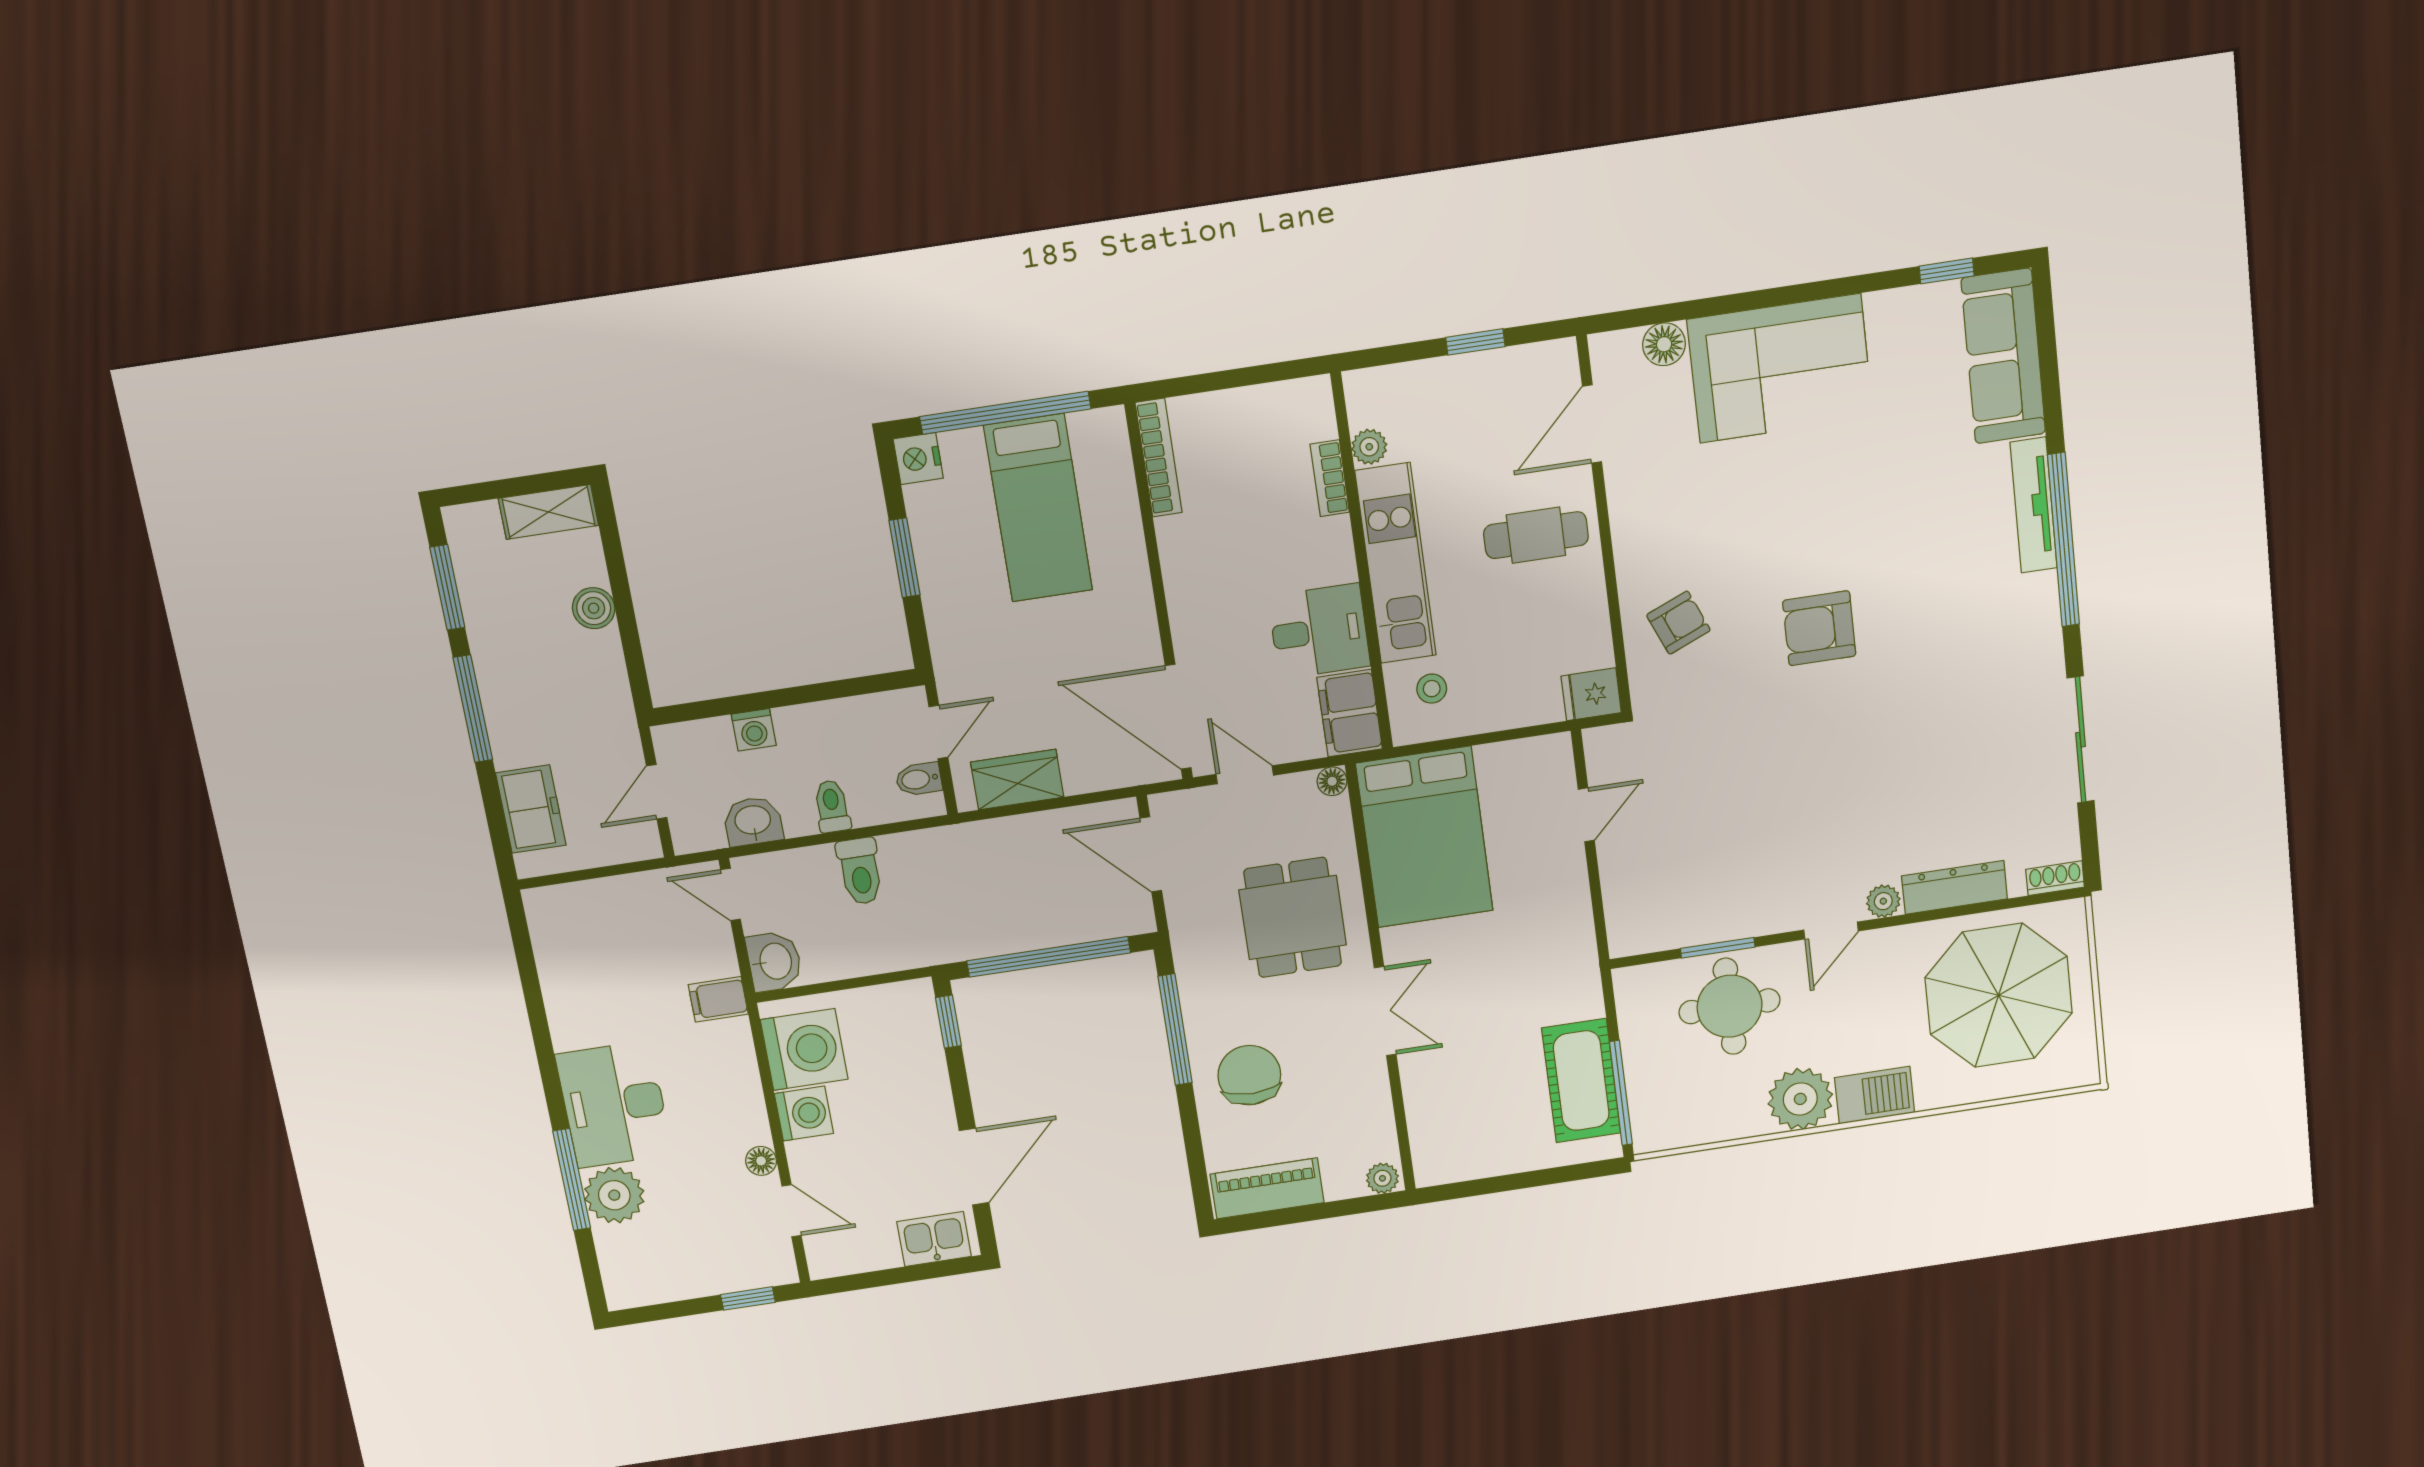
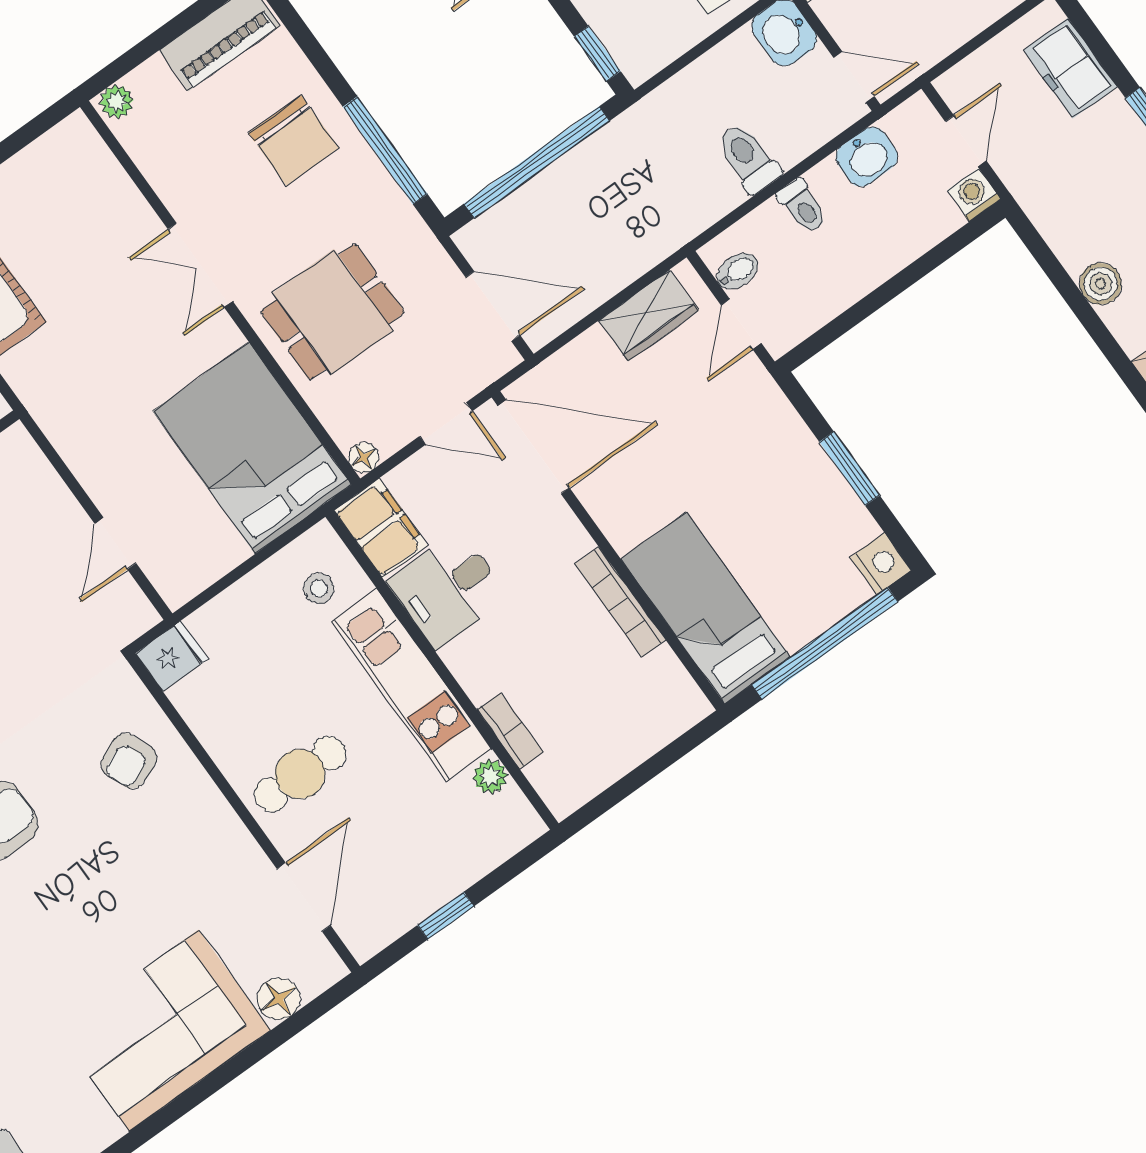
bookcase: (1159, 458) -> (620, 602), moved
bed: (1038, 508) -> (706, 608), moved
washing machine: (754, 730) -> (974, 195), moved
dining table: (1293, 917) -> (333, 312), turned 90

